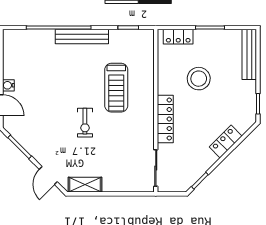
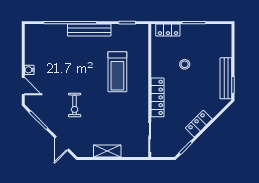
bench: (249, 54) -> (226, 78), moved
stool: (199, 79) -> (185, 64), width x0.53, depth x0.53
exercise bike: (85, 123) -> (75, 105), moved
locker: (226, 141) -> (199, 124), moved
shelving: (85, 185) -> (107, 151), moved

